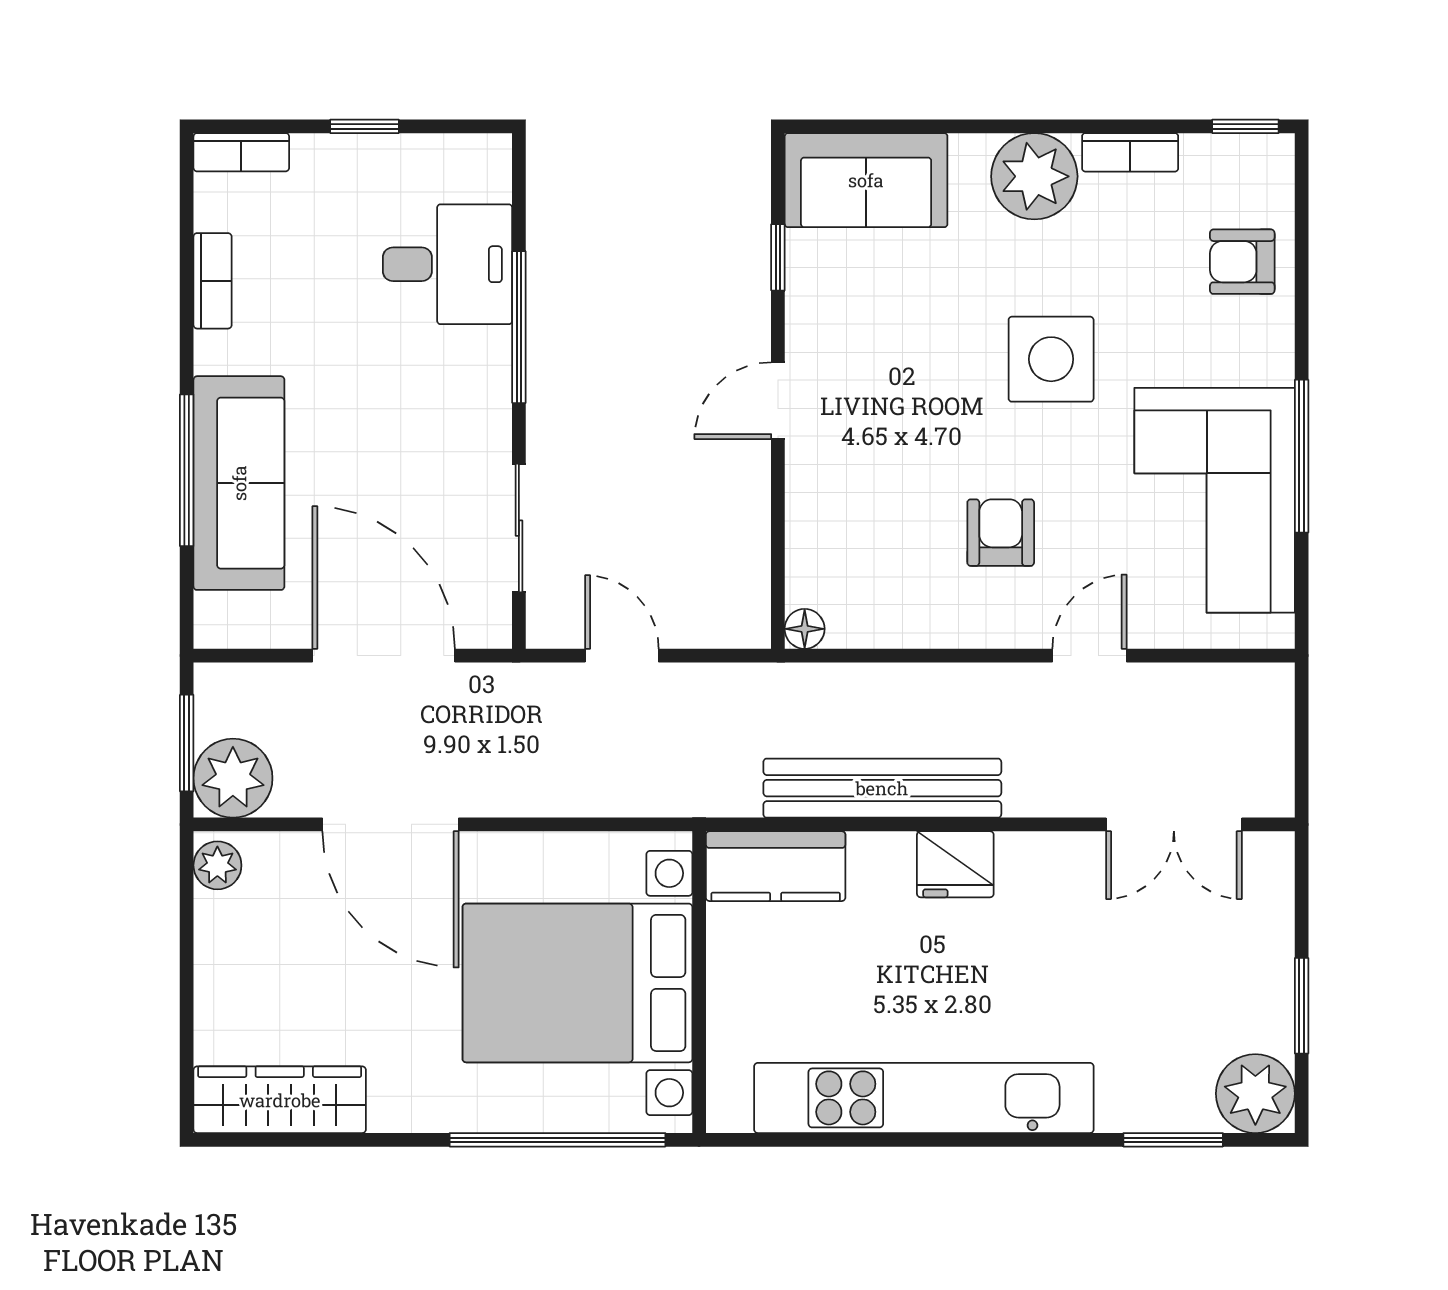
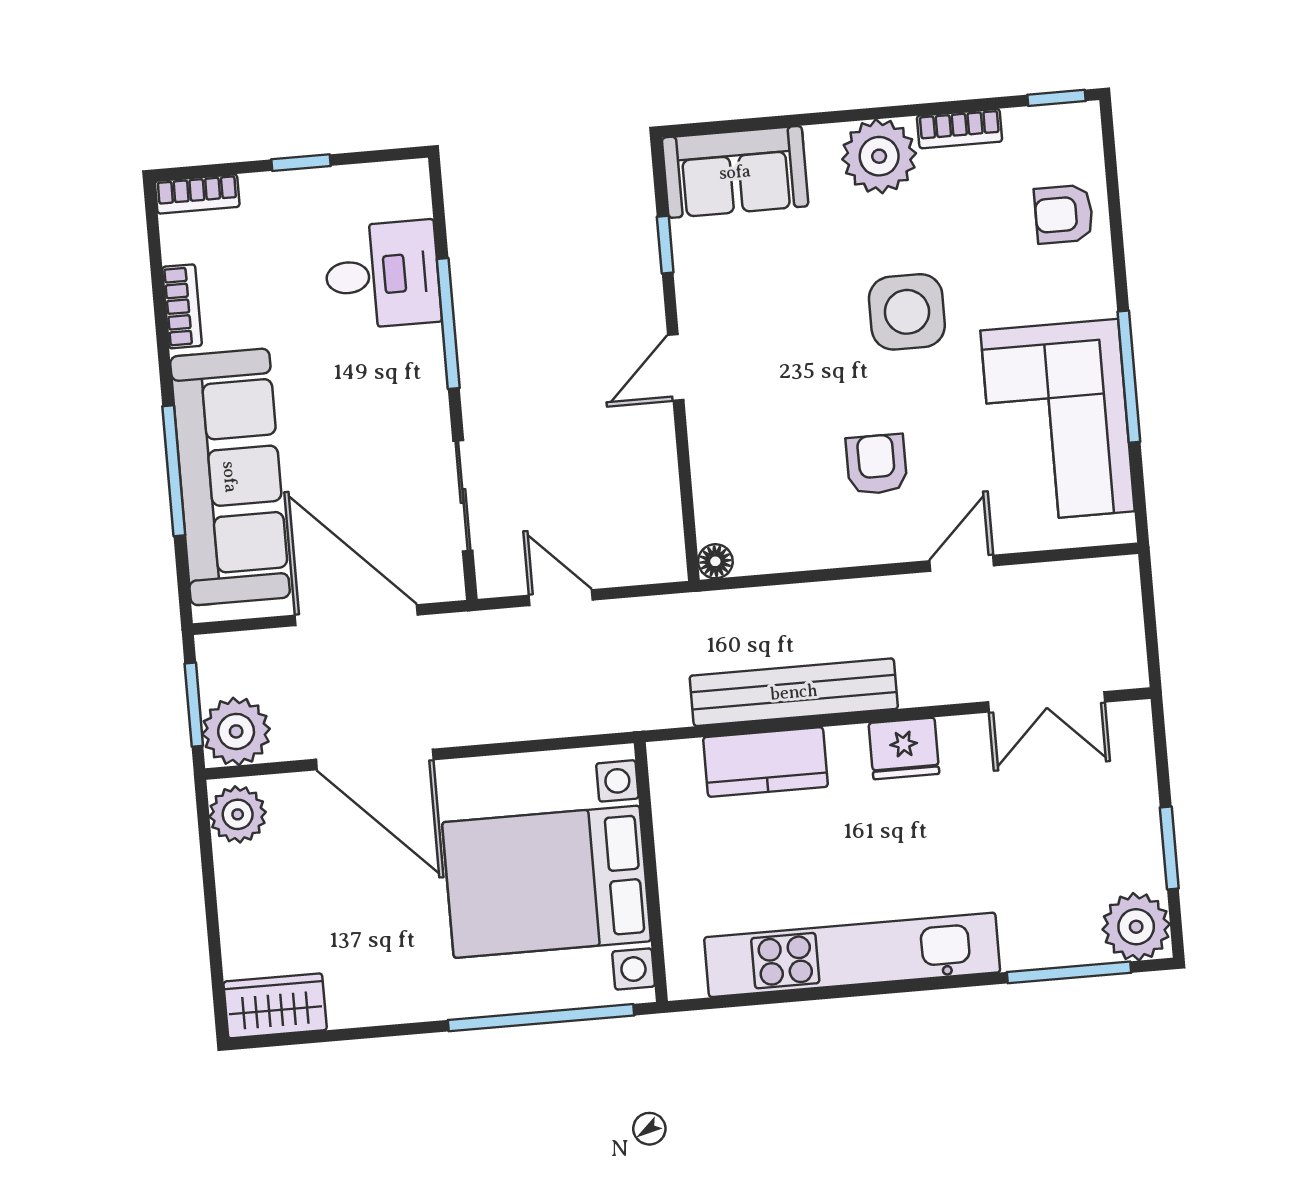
sofa: (239, 483) -> (230, 477), width x1.36, depth x1.27
fridge: (955, 864) -> (904, 749), moved
plant: (217, 865) -> (238, 814), width x1.38, depth x1.38
kitchen counter: (776, 866) -> (766, 762), moved
wardrobe: (280, 1100) -> (275, 1006), width x0.67
window: (1173, 1140) -> (1069, 972), width x1.44

